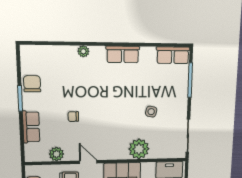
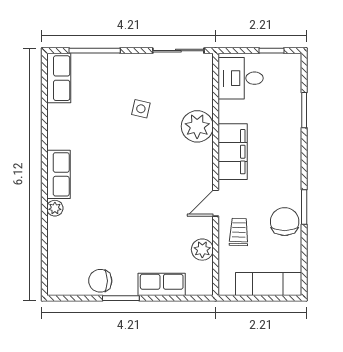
row of seats: (123, 54) -> (58, 174), moved
chair: (73, 117) -> (147, 224), removed

